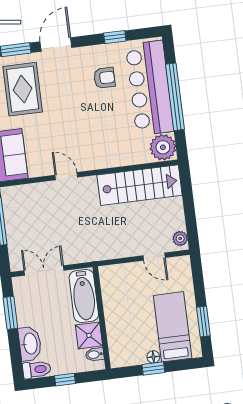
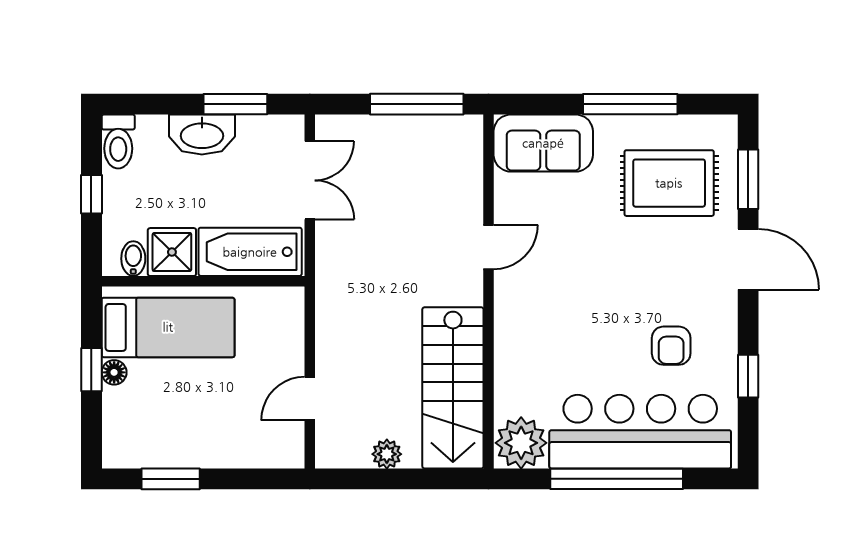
plant: (180, 238) -> (387, 454), moved
bed: (173, 327) -> (168, 327), moved
washbasin: (30, 344) -> (202, 135), moved

